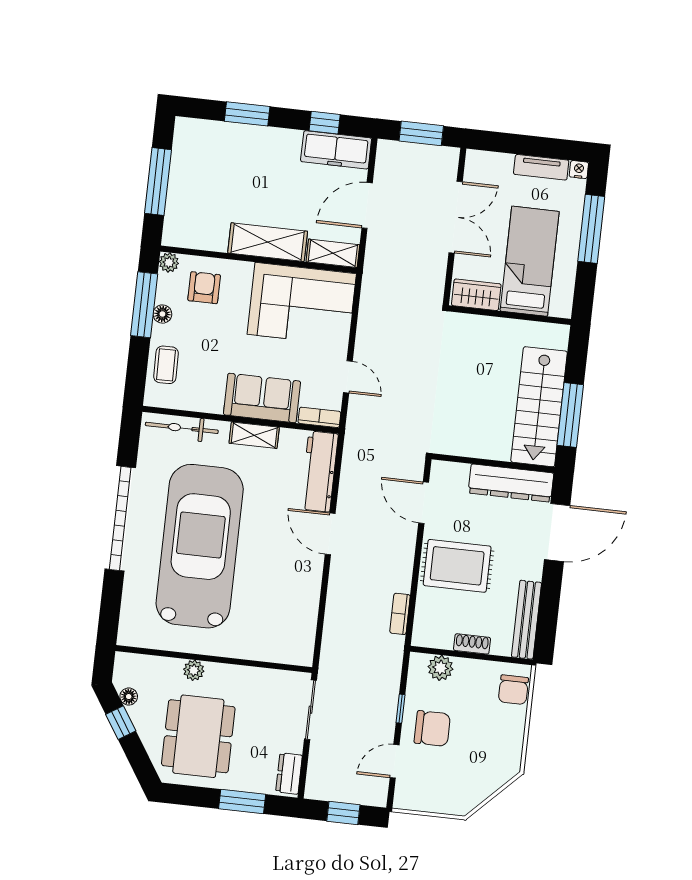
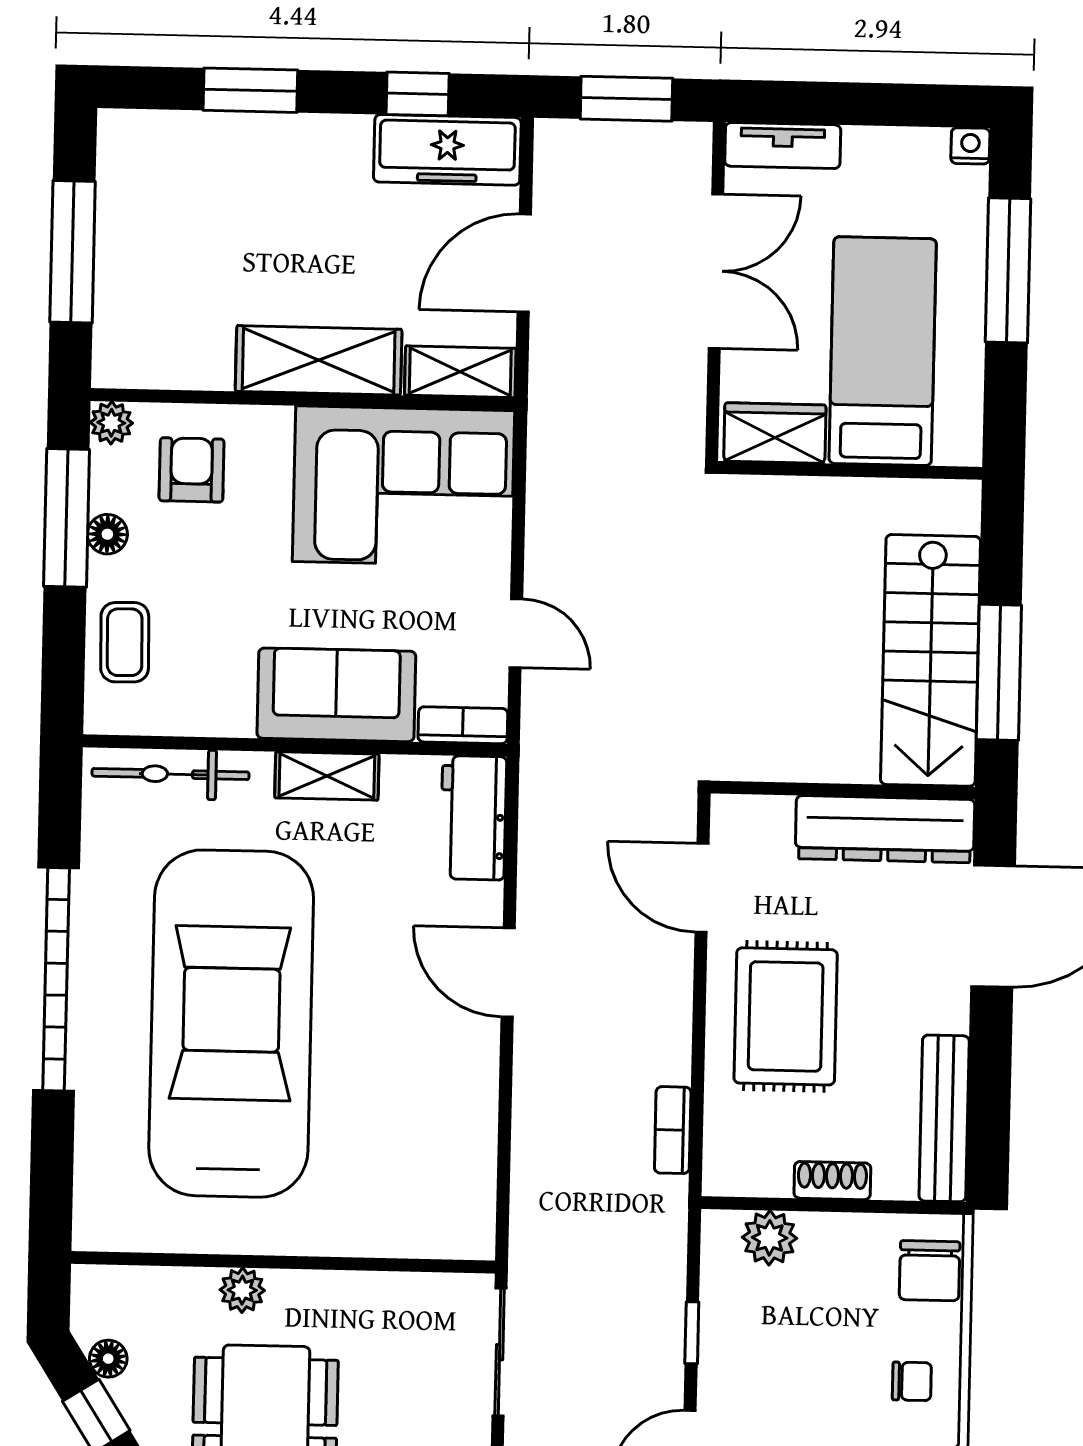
tv unit: (541, 167) -> (783, 146), moved
workbench: (319, 471) -> (473, 818), width x0.73
rug: (457, 566) -> (786, 1016), turned 90
chair: (432, 728) -> (912, 1381), moved, width x0.54, depth x0.54

